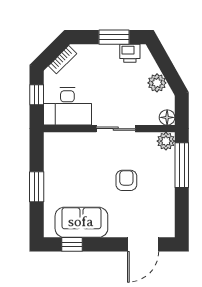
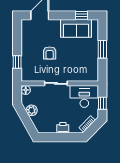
window: (114, 37) -> (57, 137), removed
printer: (130, 53) -> (63, 128), moved
plant: (166, 141) -> (26, 76), removed
window: (182, 165) -> (17, 62), width x0.46

